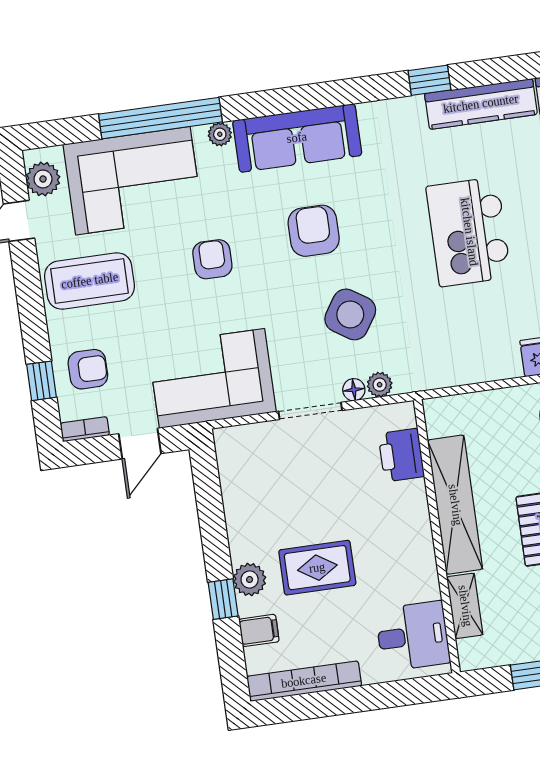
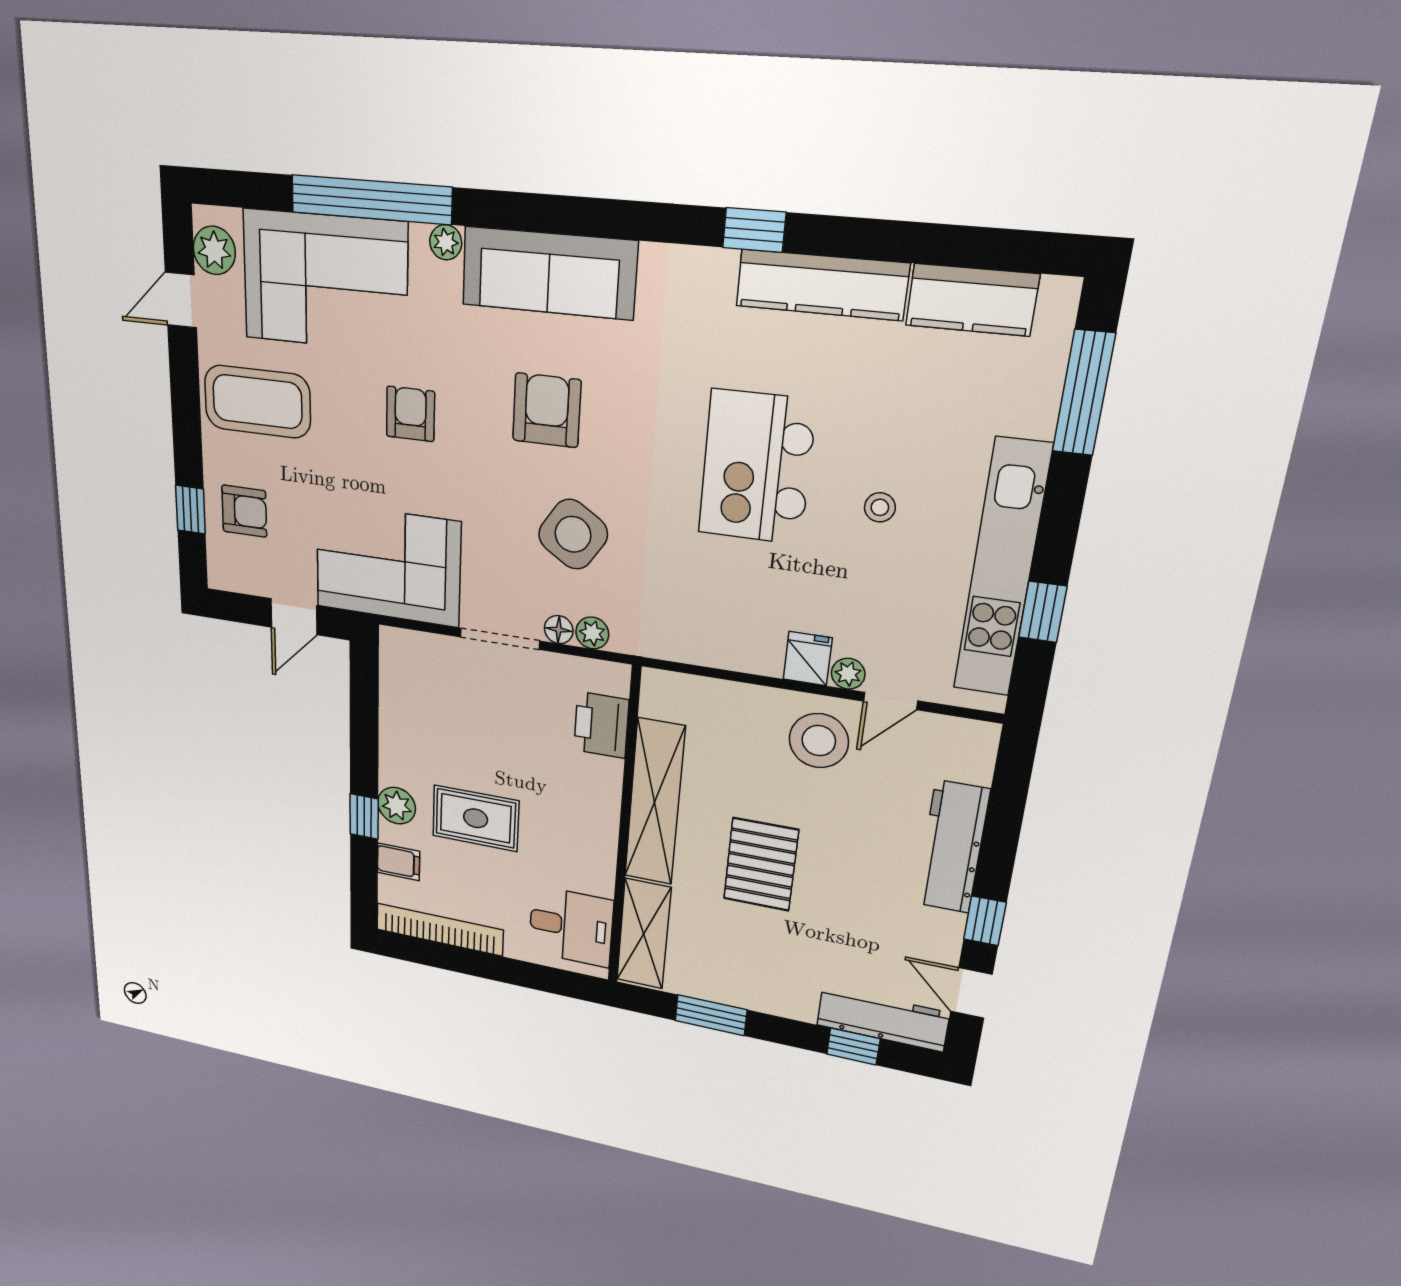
bookcase: (85, 429) -> (234, 581), removed
shelving: (465, 606) -> (644, 934), width x1.50, depth x1.33

